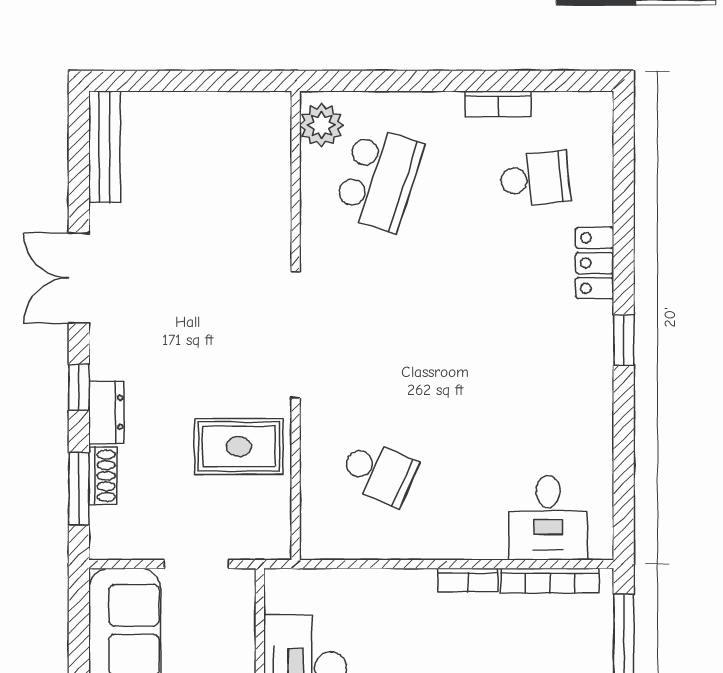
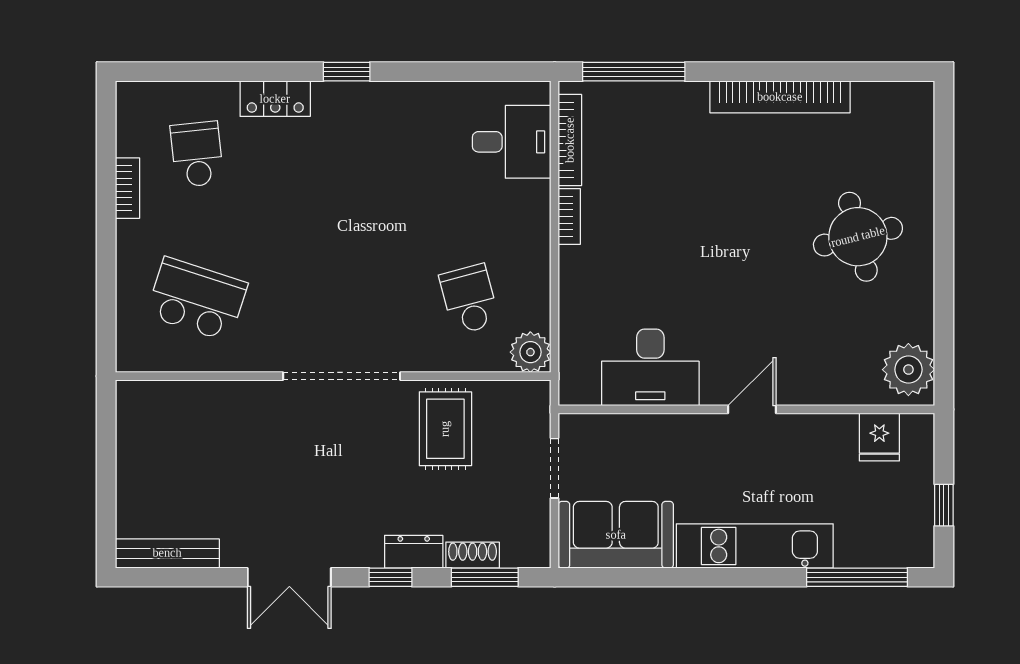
plant: (322, 125) -> (530, 352), moved
school desk: (379, 472) -> (469, 299), turned -39

